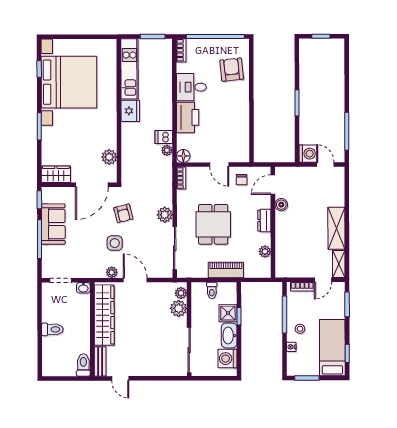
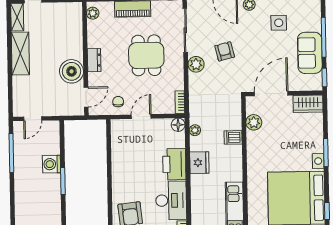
desk: (191, 87) -> (171, 200), width x1.37
fridge: (130, 111) -> (199, 163), moved, turned 180
dishwasher: (164, 137) -> (233, 137), moved, turned 180
washing machine: (308, 154) -> (52, 164), moved
door: (325, 164) -> (33, 119), hinge flipped
door: (219, 165) -> (141, 117), hinge flipped
boiler: (281, 205) -> (72, 71), width x1.86, depth x1.86
armchair: (123, 213) -> (225, 51), moved
side table: (115, 243) -> (279, 23), moved
plant: (265, 252) -> (93, 13), moved

